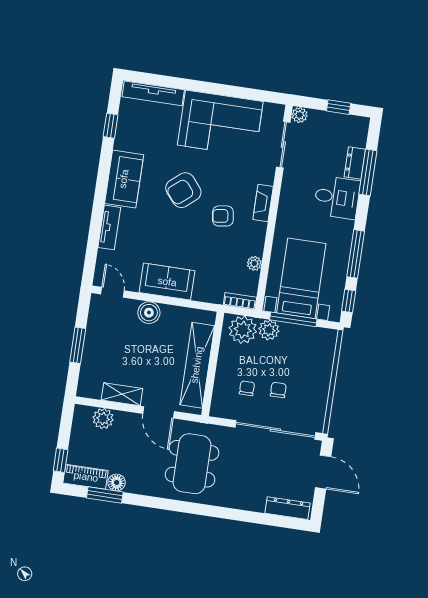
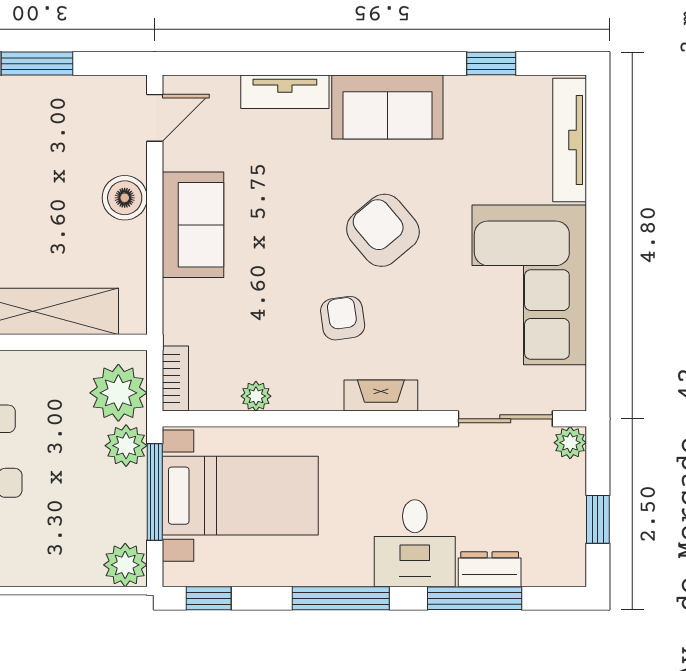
window: (356, 254) -> (341, 598), moved
plant: (326, 339) -> (125, 565), added

